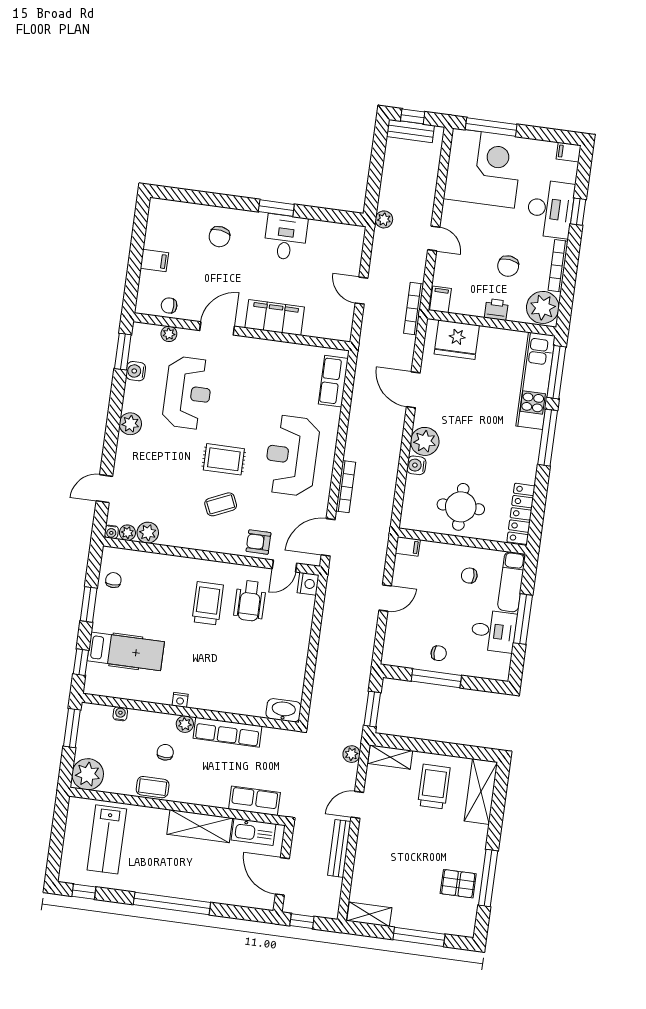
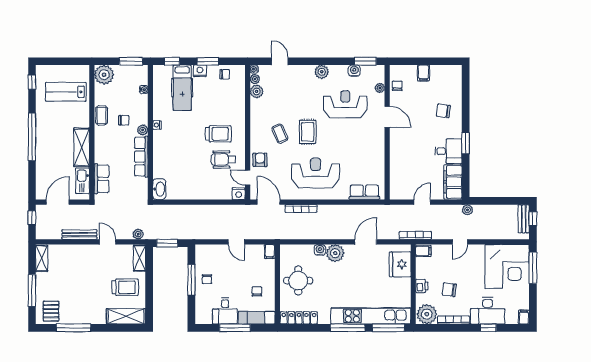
filing cabinet: (275, 317) -> (453, 182), moved, turned 180
kitchen unit: (536, 381) -> (371, 316), width x1.36
reception desk: (188, 393) -> (345, 104), turned 180
nightstand: (102, 619) -> (200, 71), added
pallet: (458, 884) -> (51, 311), moved

